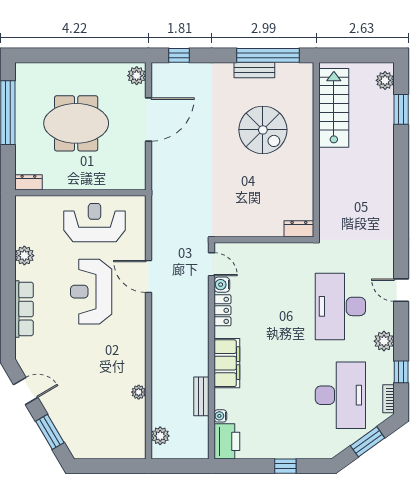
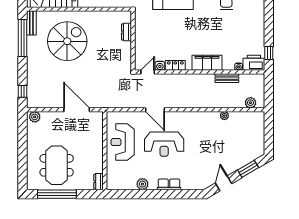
bench: (254, 70) -> (31, 23), moved
door: (148, 119) -> (77, 110), moved
meeting table: (76, 123) -> (57, 165), moved
spiral stairs: (263, 130) -> (67, 41), width x1.37, depth x1.37
dresser: (299, 229) -> (127, 32), moved
door: (148, 276) -> (155, 110), hinge flipped
row of seats: (24, 309) -> (169, 184), width x0.68
window: (285, 466) -> (269, 53), moved

